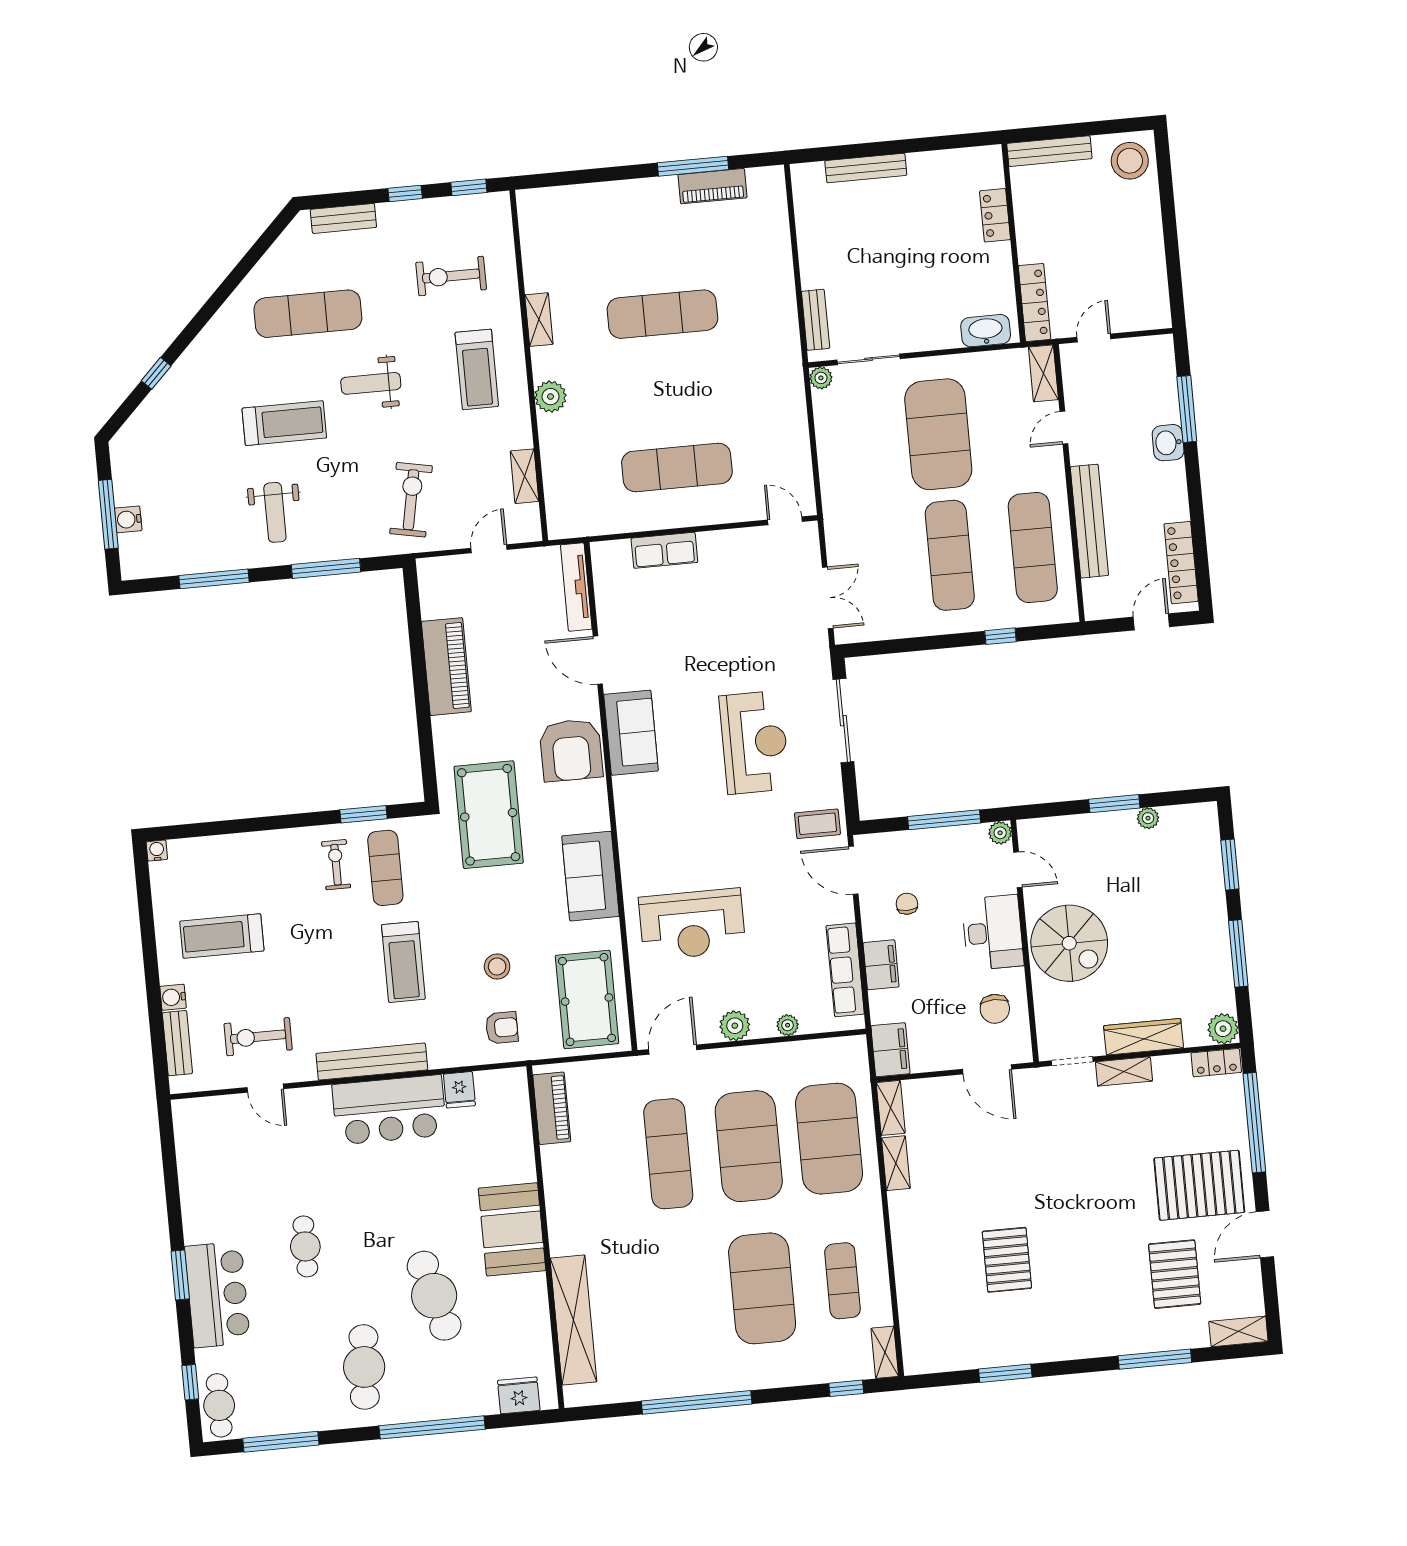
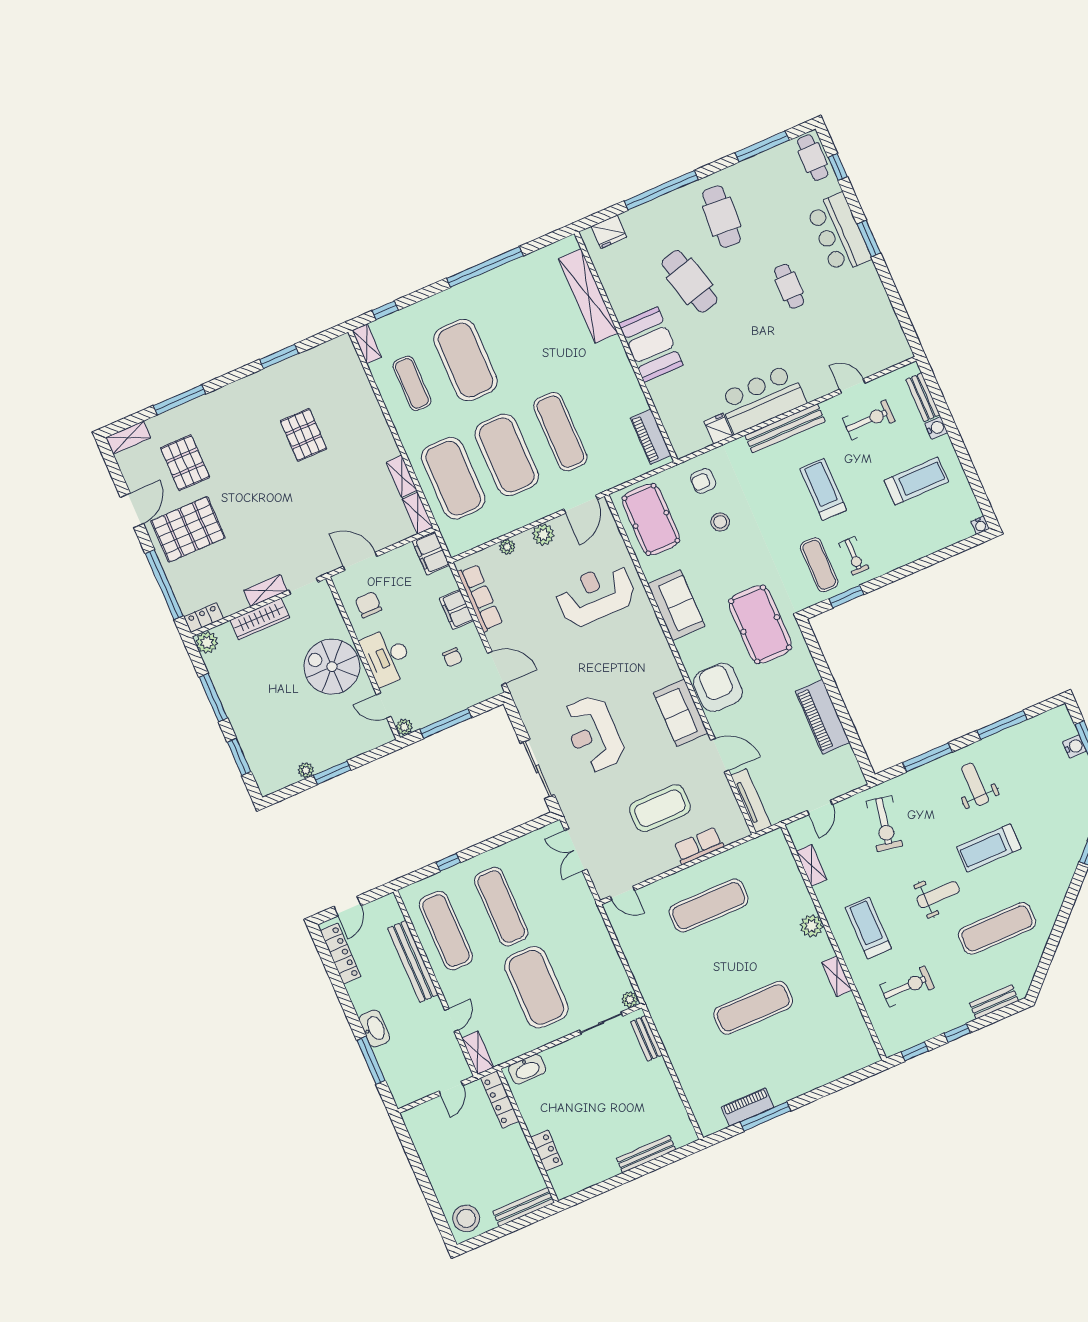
washbasin: (1168, 443) -> (374, 1029), width x1.38
coffee table: (817, 824) -> (660, 808), moved, width x1.86, depth x1.72
treadmill: (403, 962) -> (823, 489), moved

